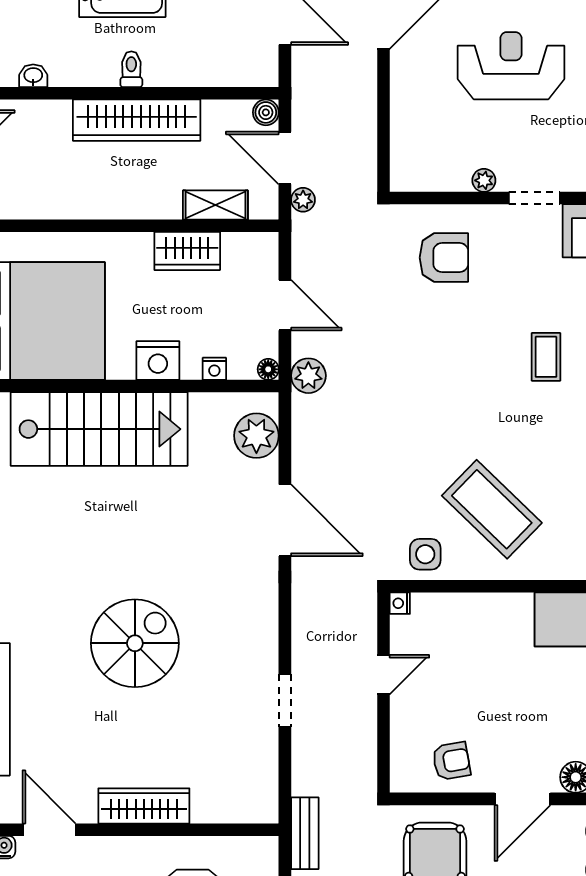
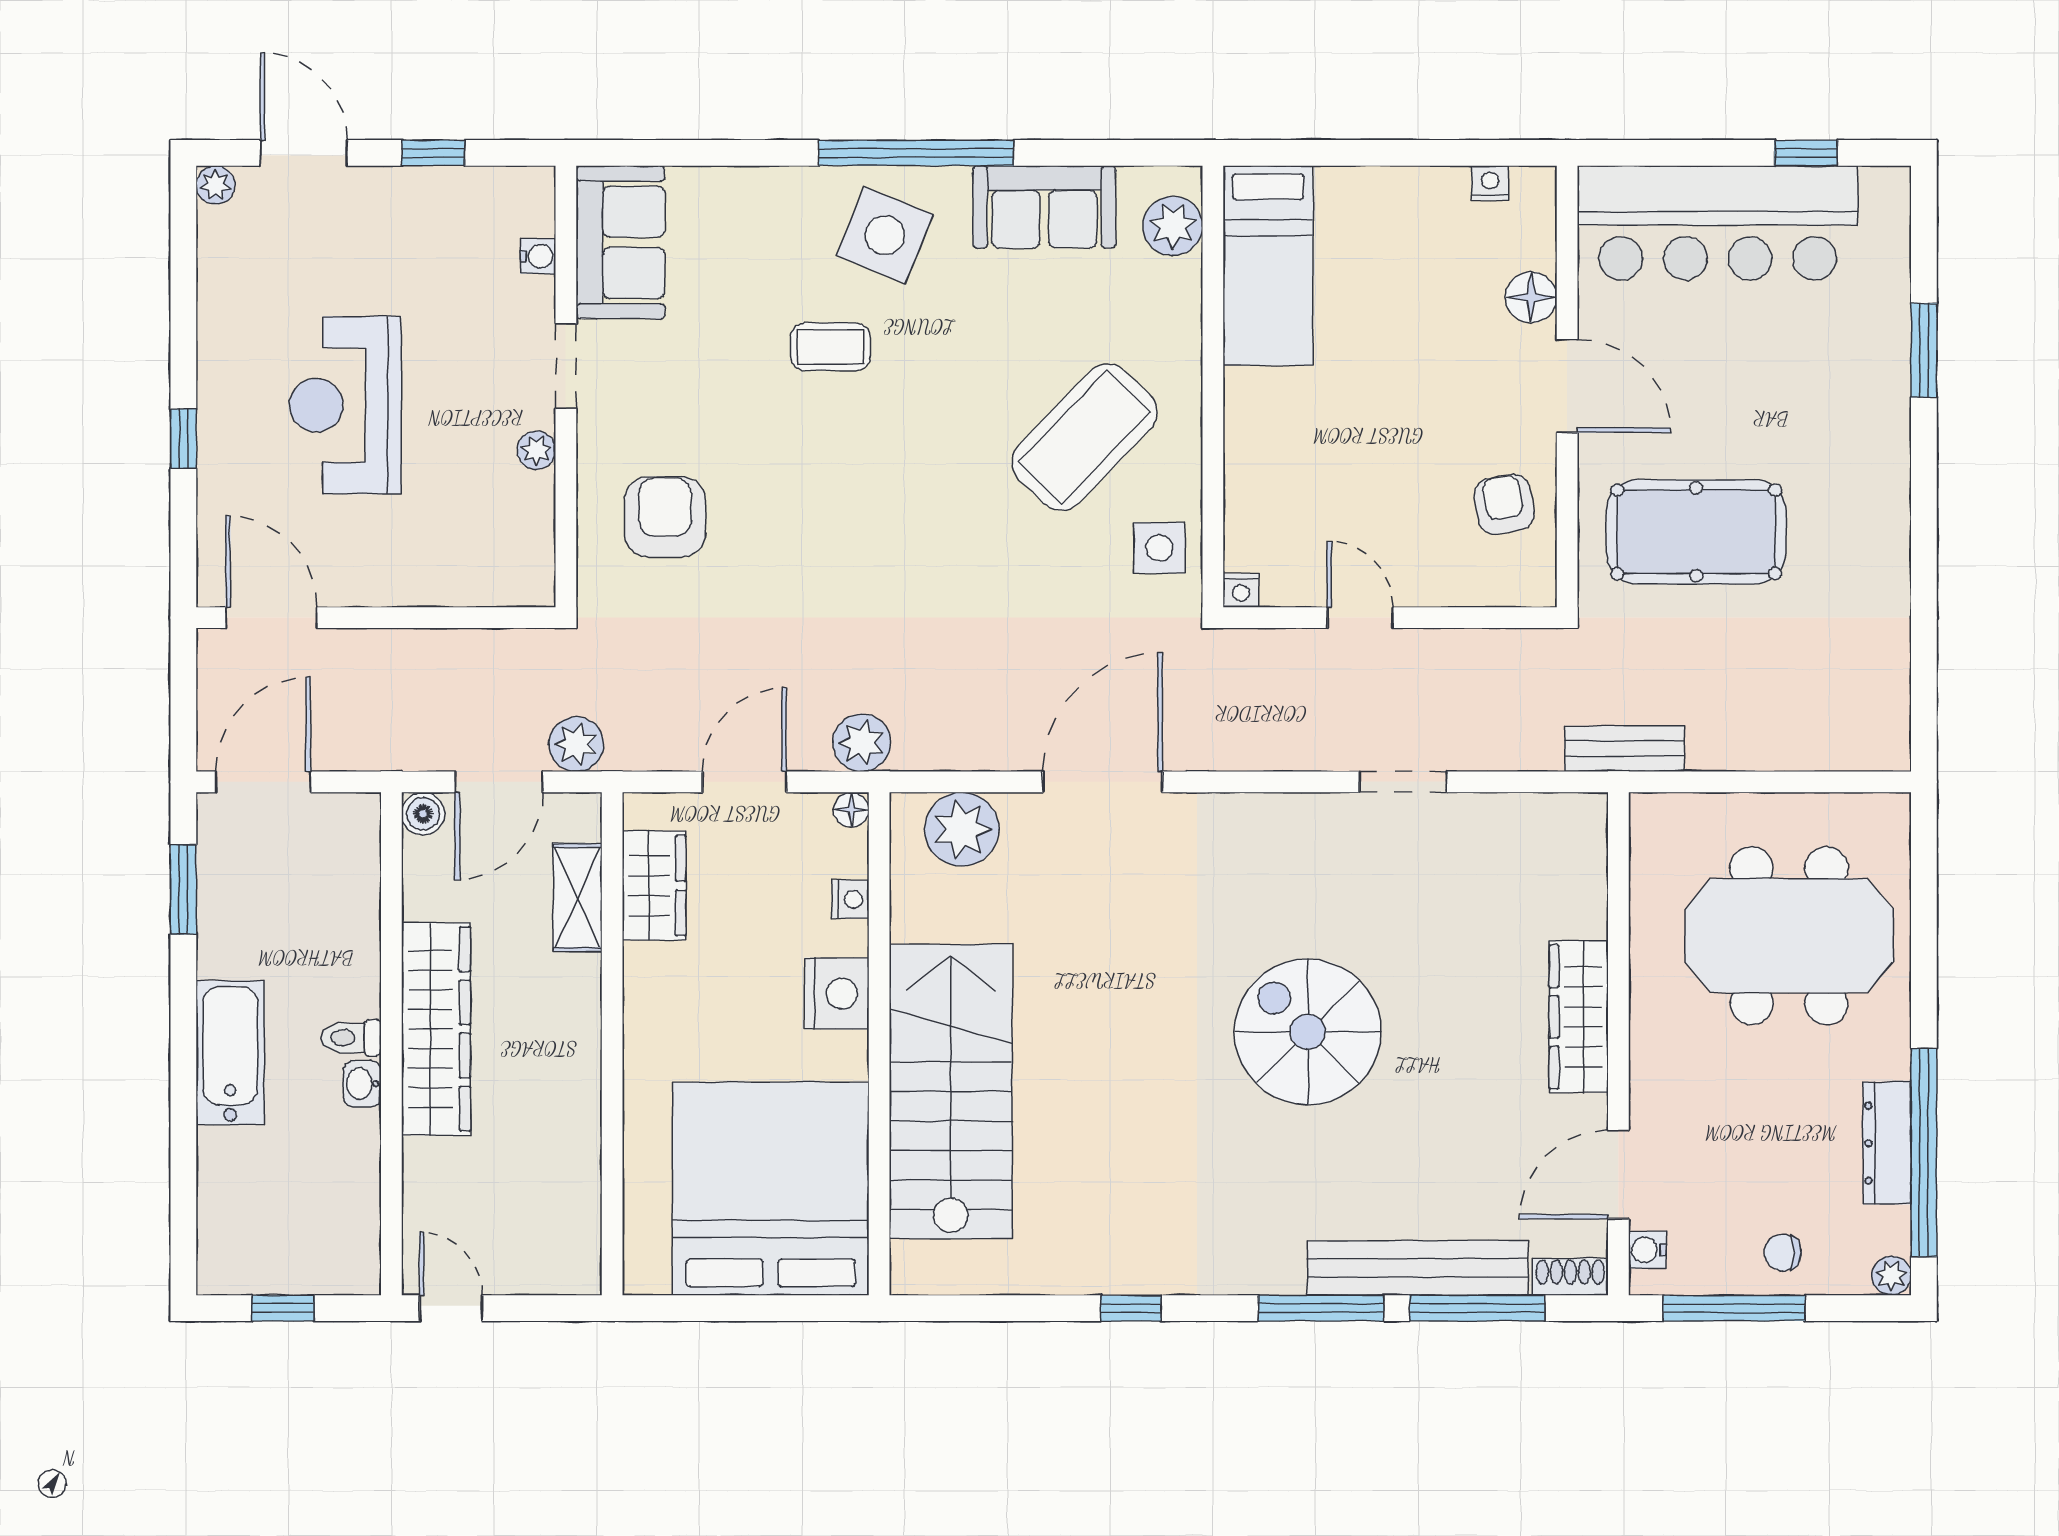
washbasin: (33, 76) -> (362, 1084), moved
plant: (303, 200) -> (576, 744), width x1.38, depth x1.38
wardrobe: (187, 251) -> (654, 885), moved

